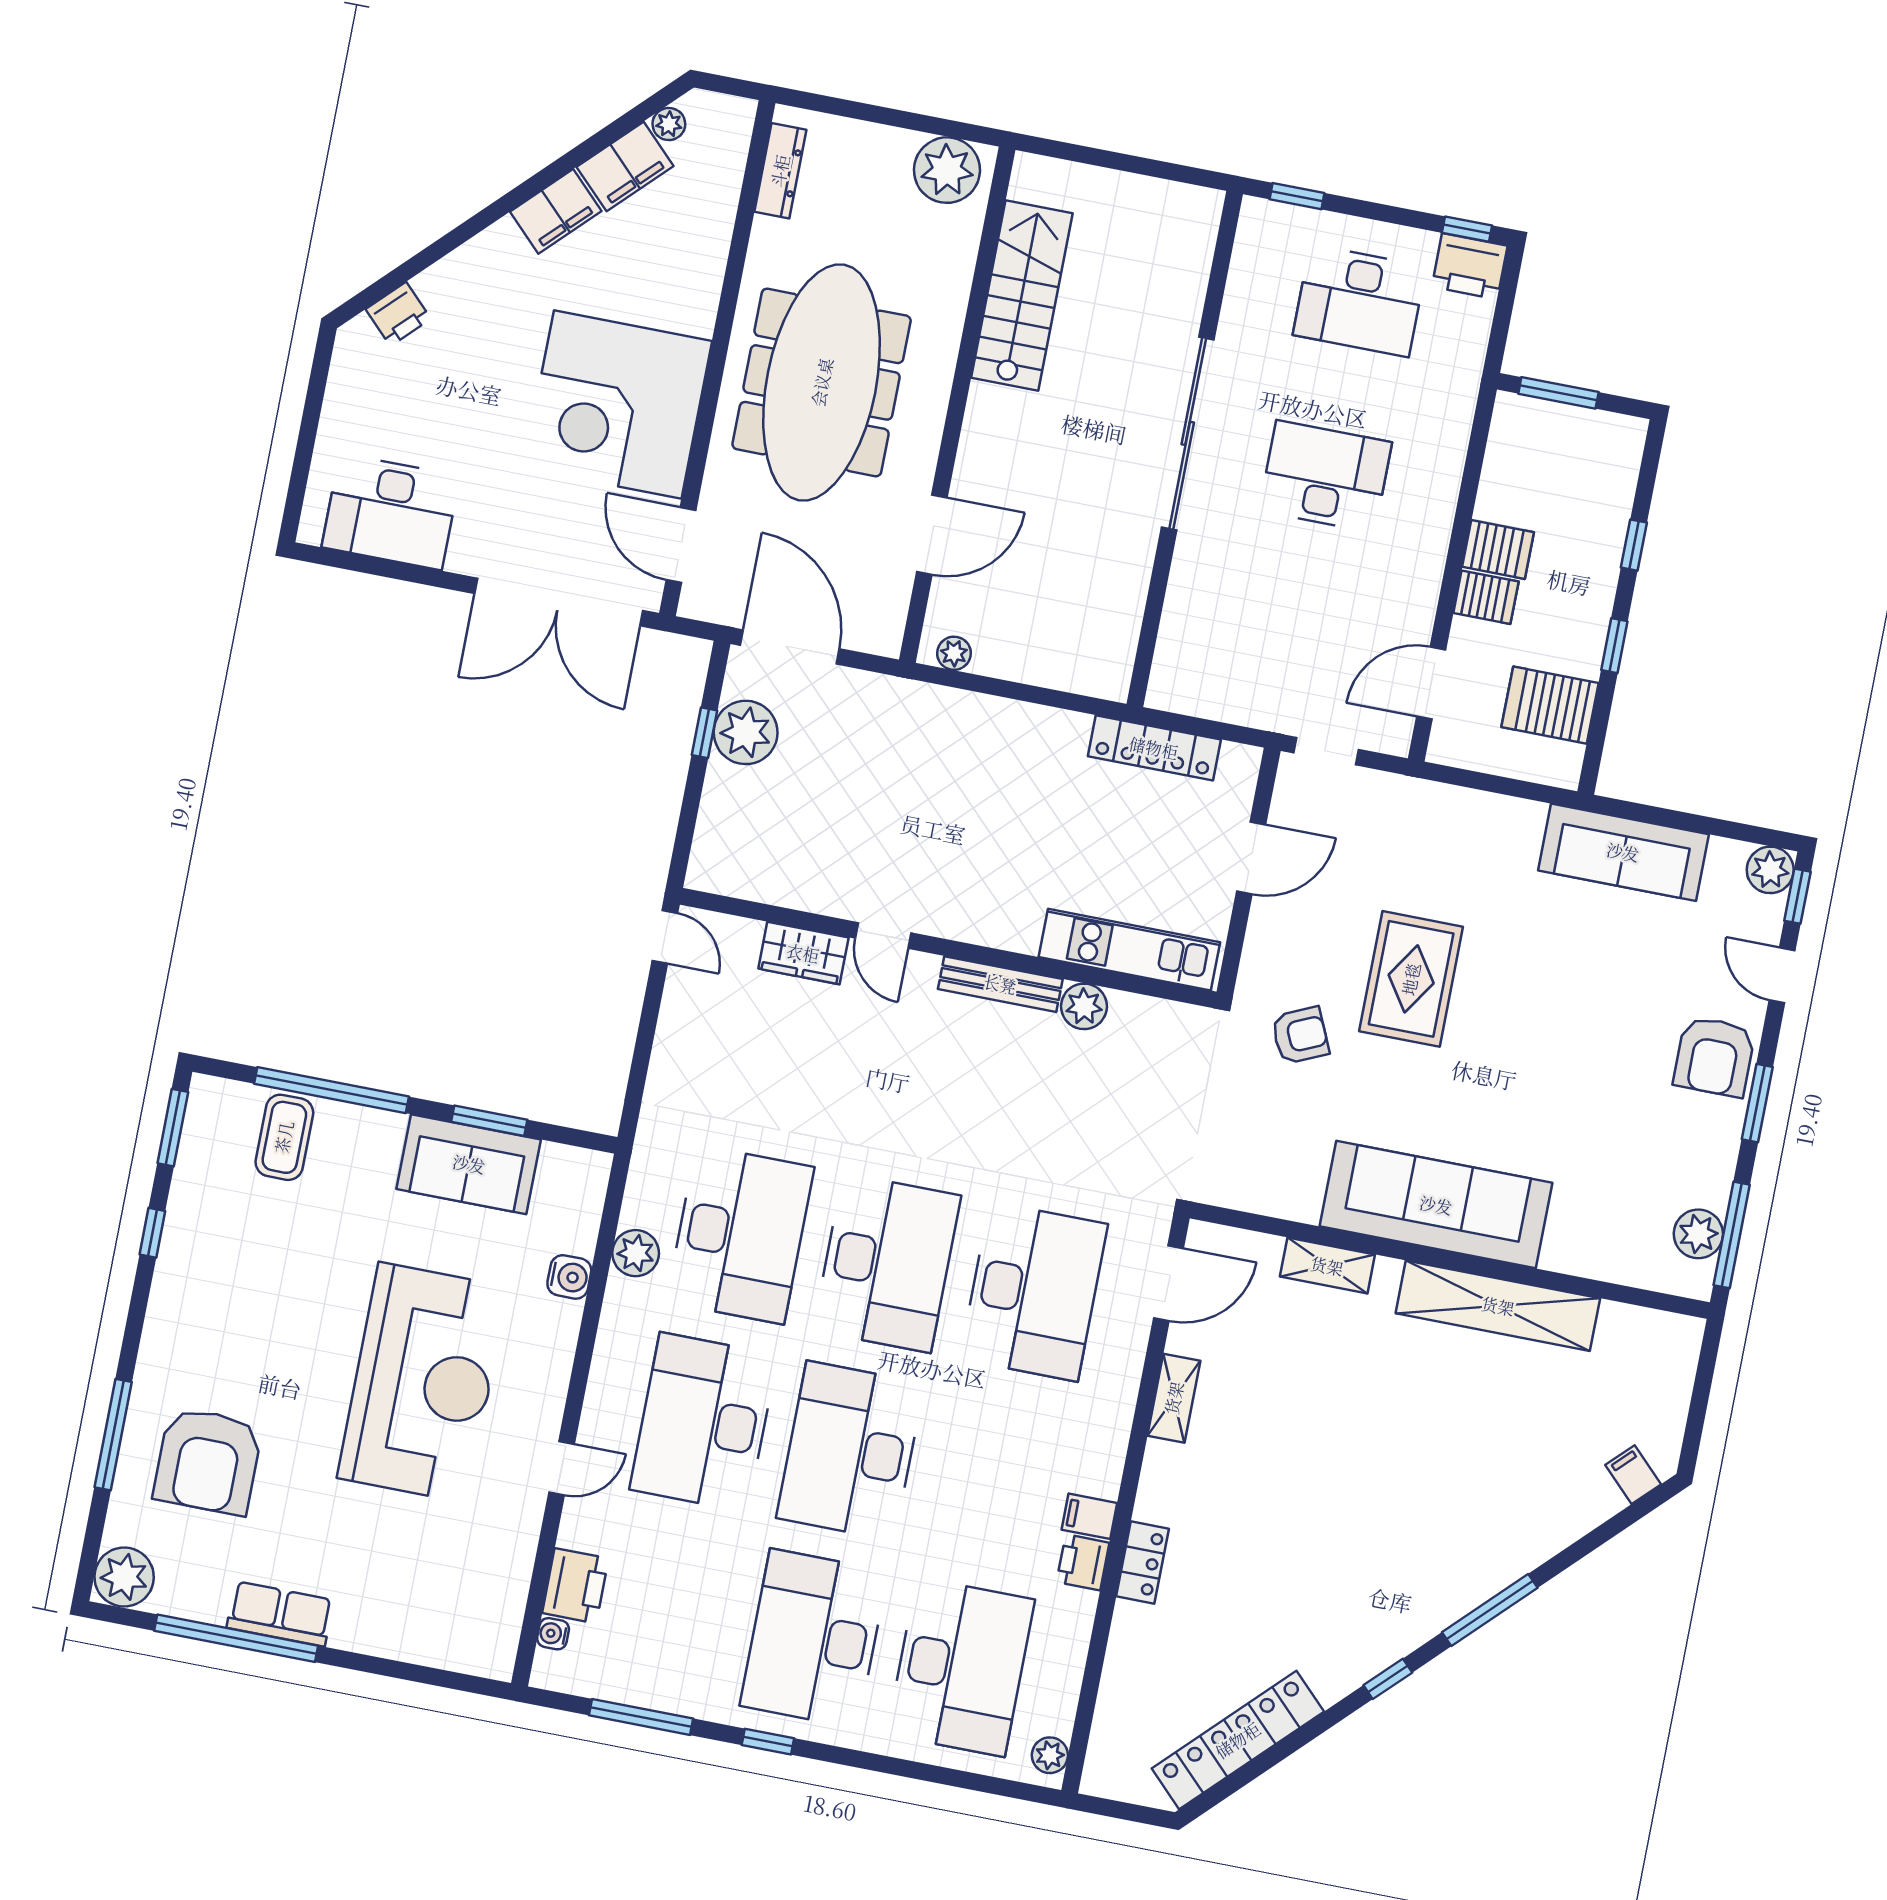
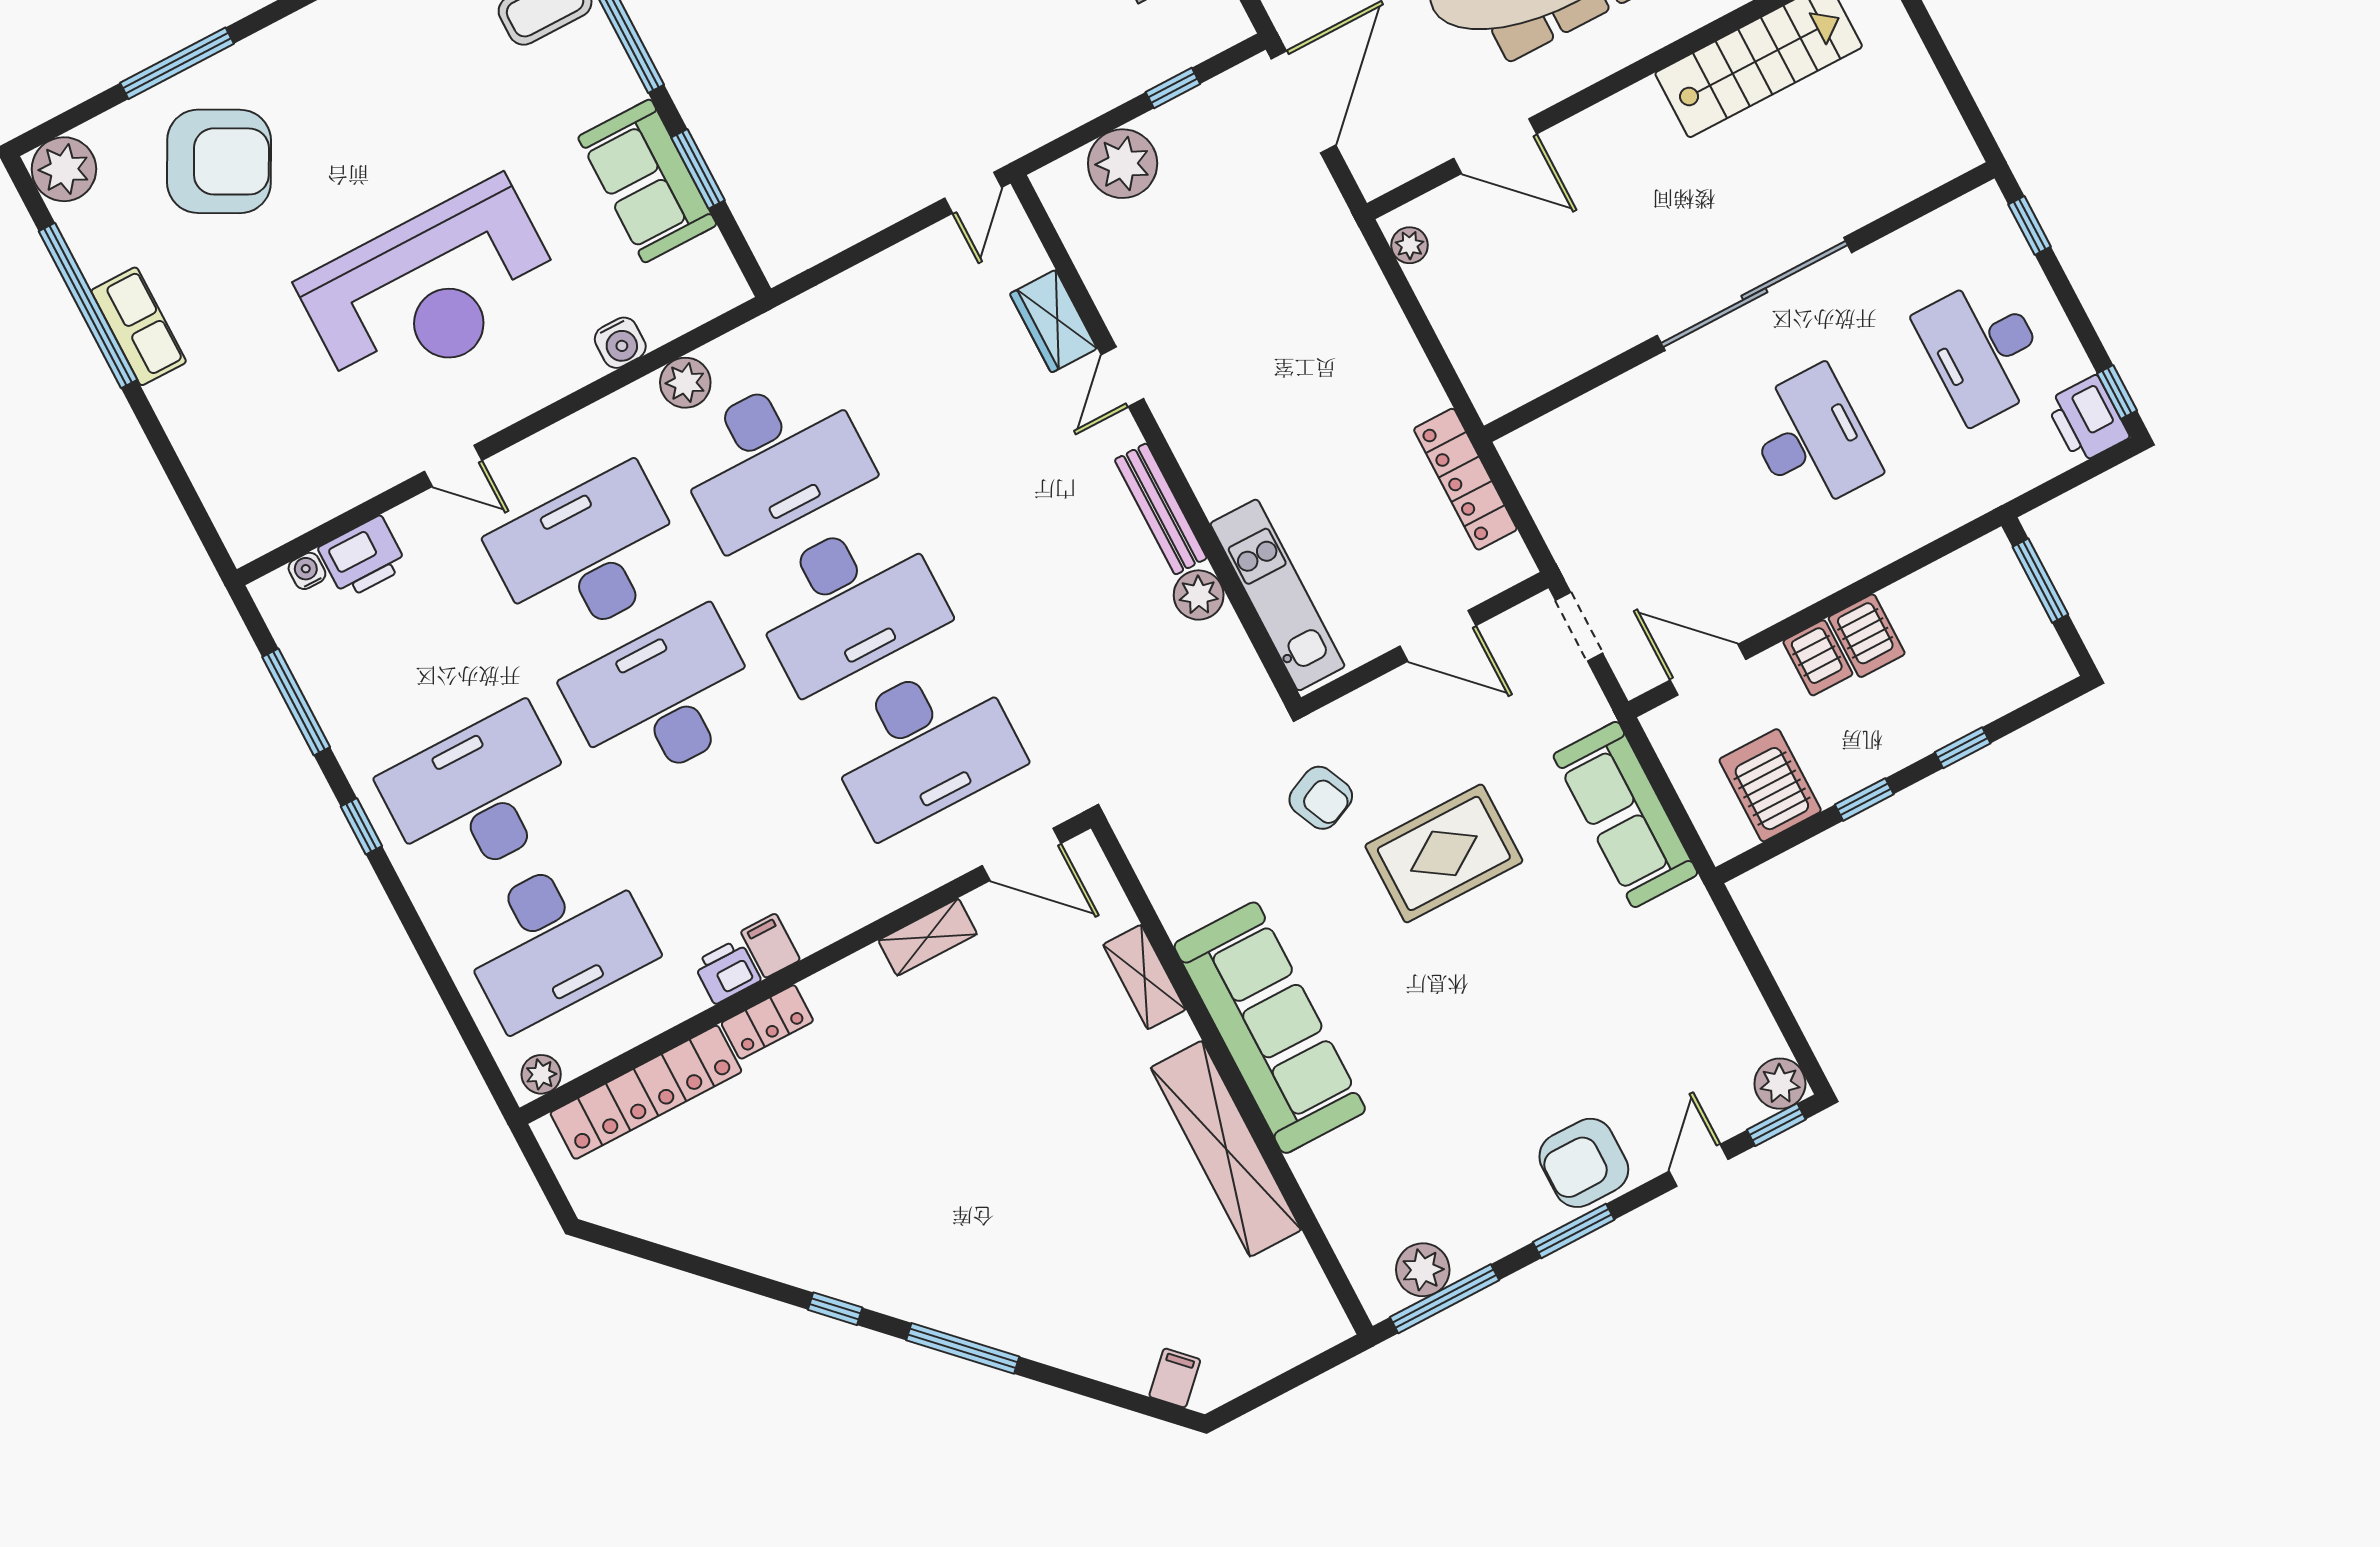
plant: (746, 732) -> (1123, 164), moved
sofa: (1623, 852) -> (1625, 814), moved
armchair: (208, 1461) -> (219, 161), turned -152
locker: (1238, 1740) -> (646, 1092), moved, turned 135

